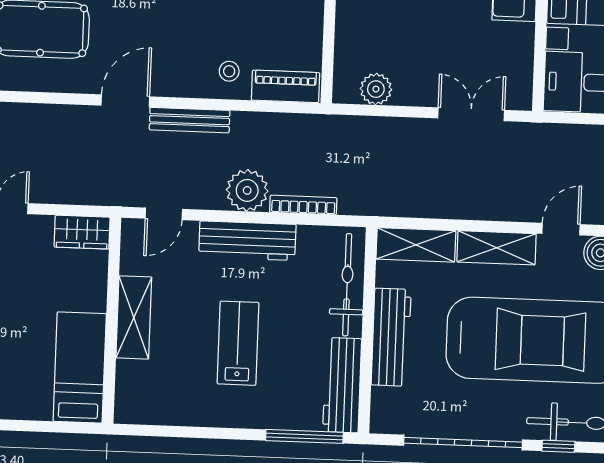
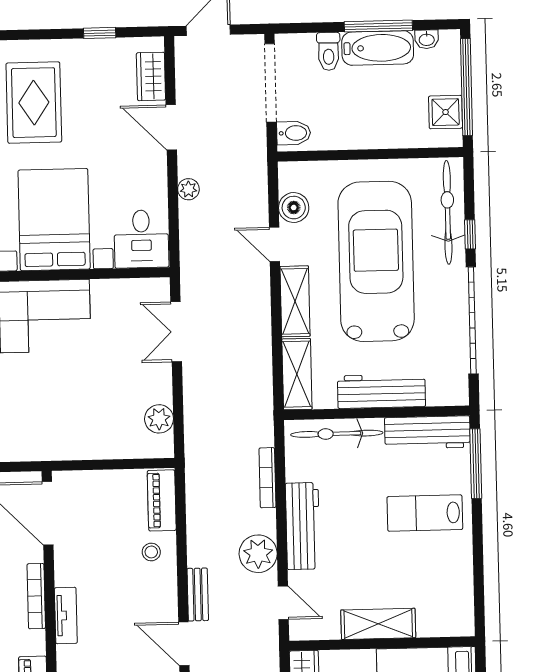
bench: (190, 120) -> (198, 594), width x0.73
plant: (247, 190) -> (258, 554), moved
lab bench: (238, 343) -> (425, 513), moved

